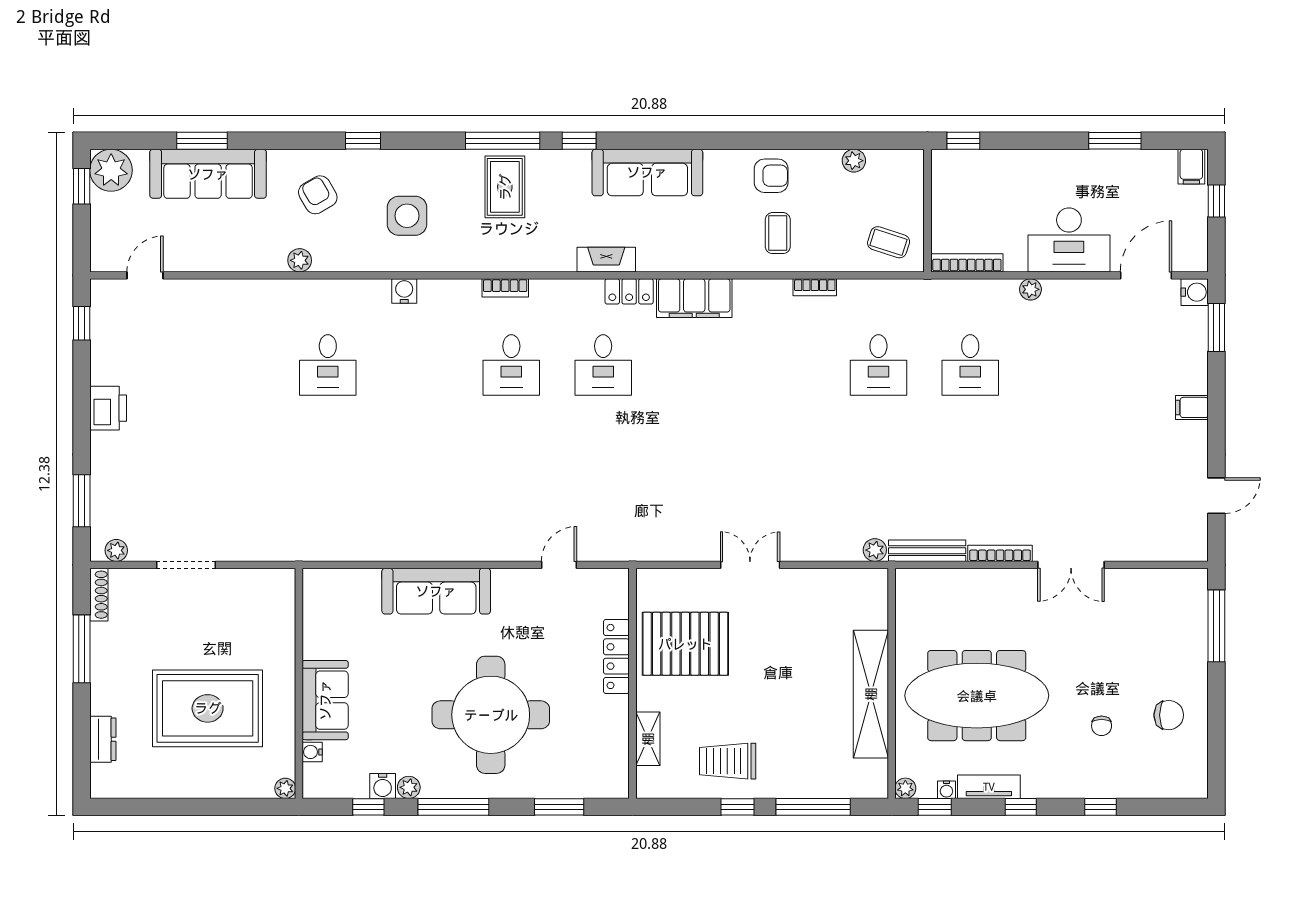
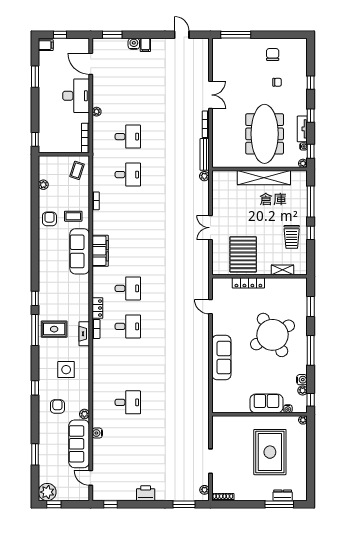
sofa: (647, 172) -> (80, 251), moved, turned 180
sofa: (208, 174) -> (79, 444), moved, turned 180
armchair: (318, 195) -> (57, 406), turned 120
fireplace: (606, 260) -> (84, 334), moved
water cooler: (404, 291) -> (97, 433), moved
locker: (629, 291) -> (97, 308), moved
water cooler: (1195, 292) -> (134, 44), moved
window: (82, 649) -> (279, 504), moved
round table: (491, 715) -> (273, 335), turned -30
plant: (409, 787) -> (303, 390), moved
window: (368, 807) -> (311, 400), moved

